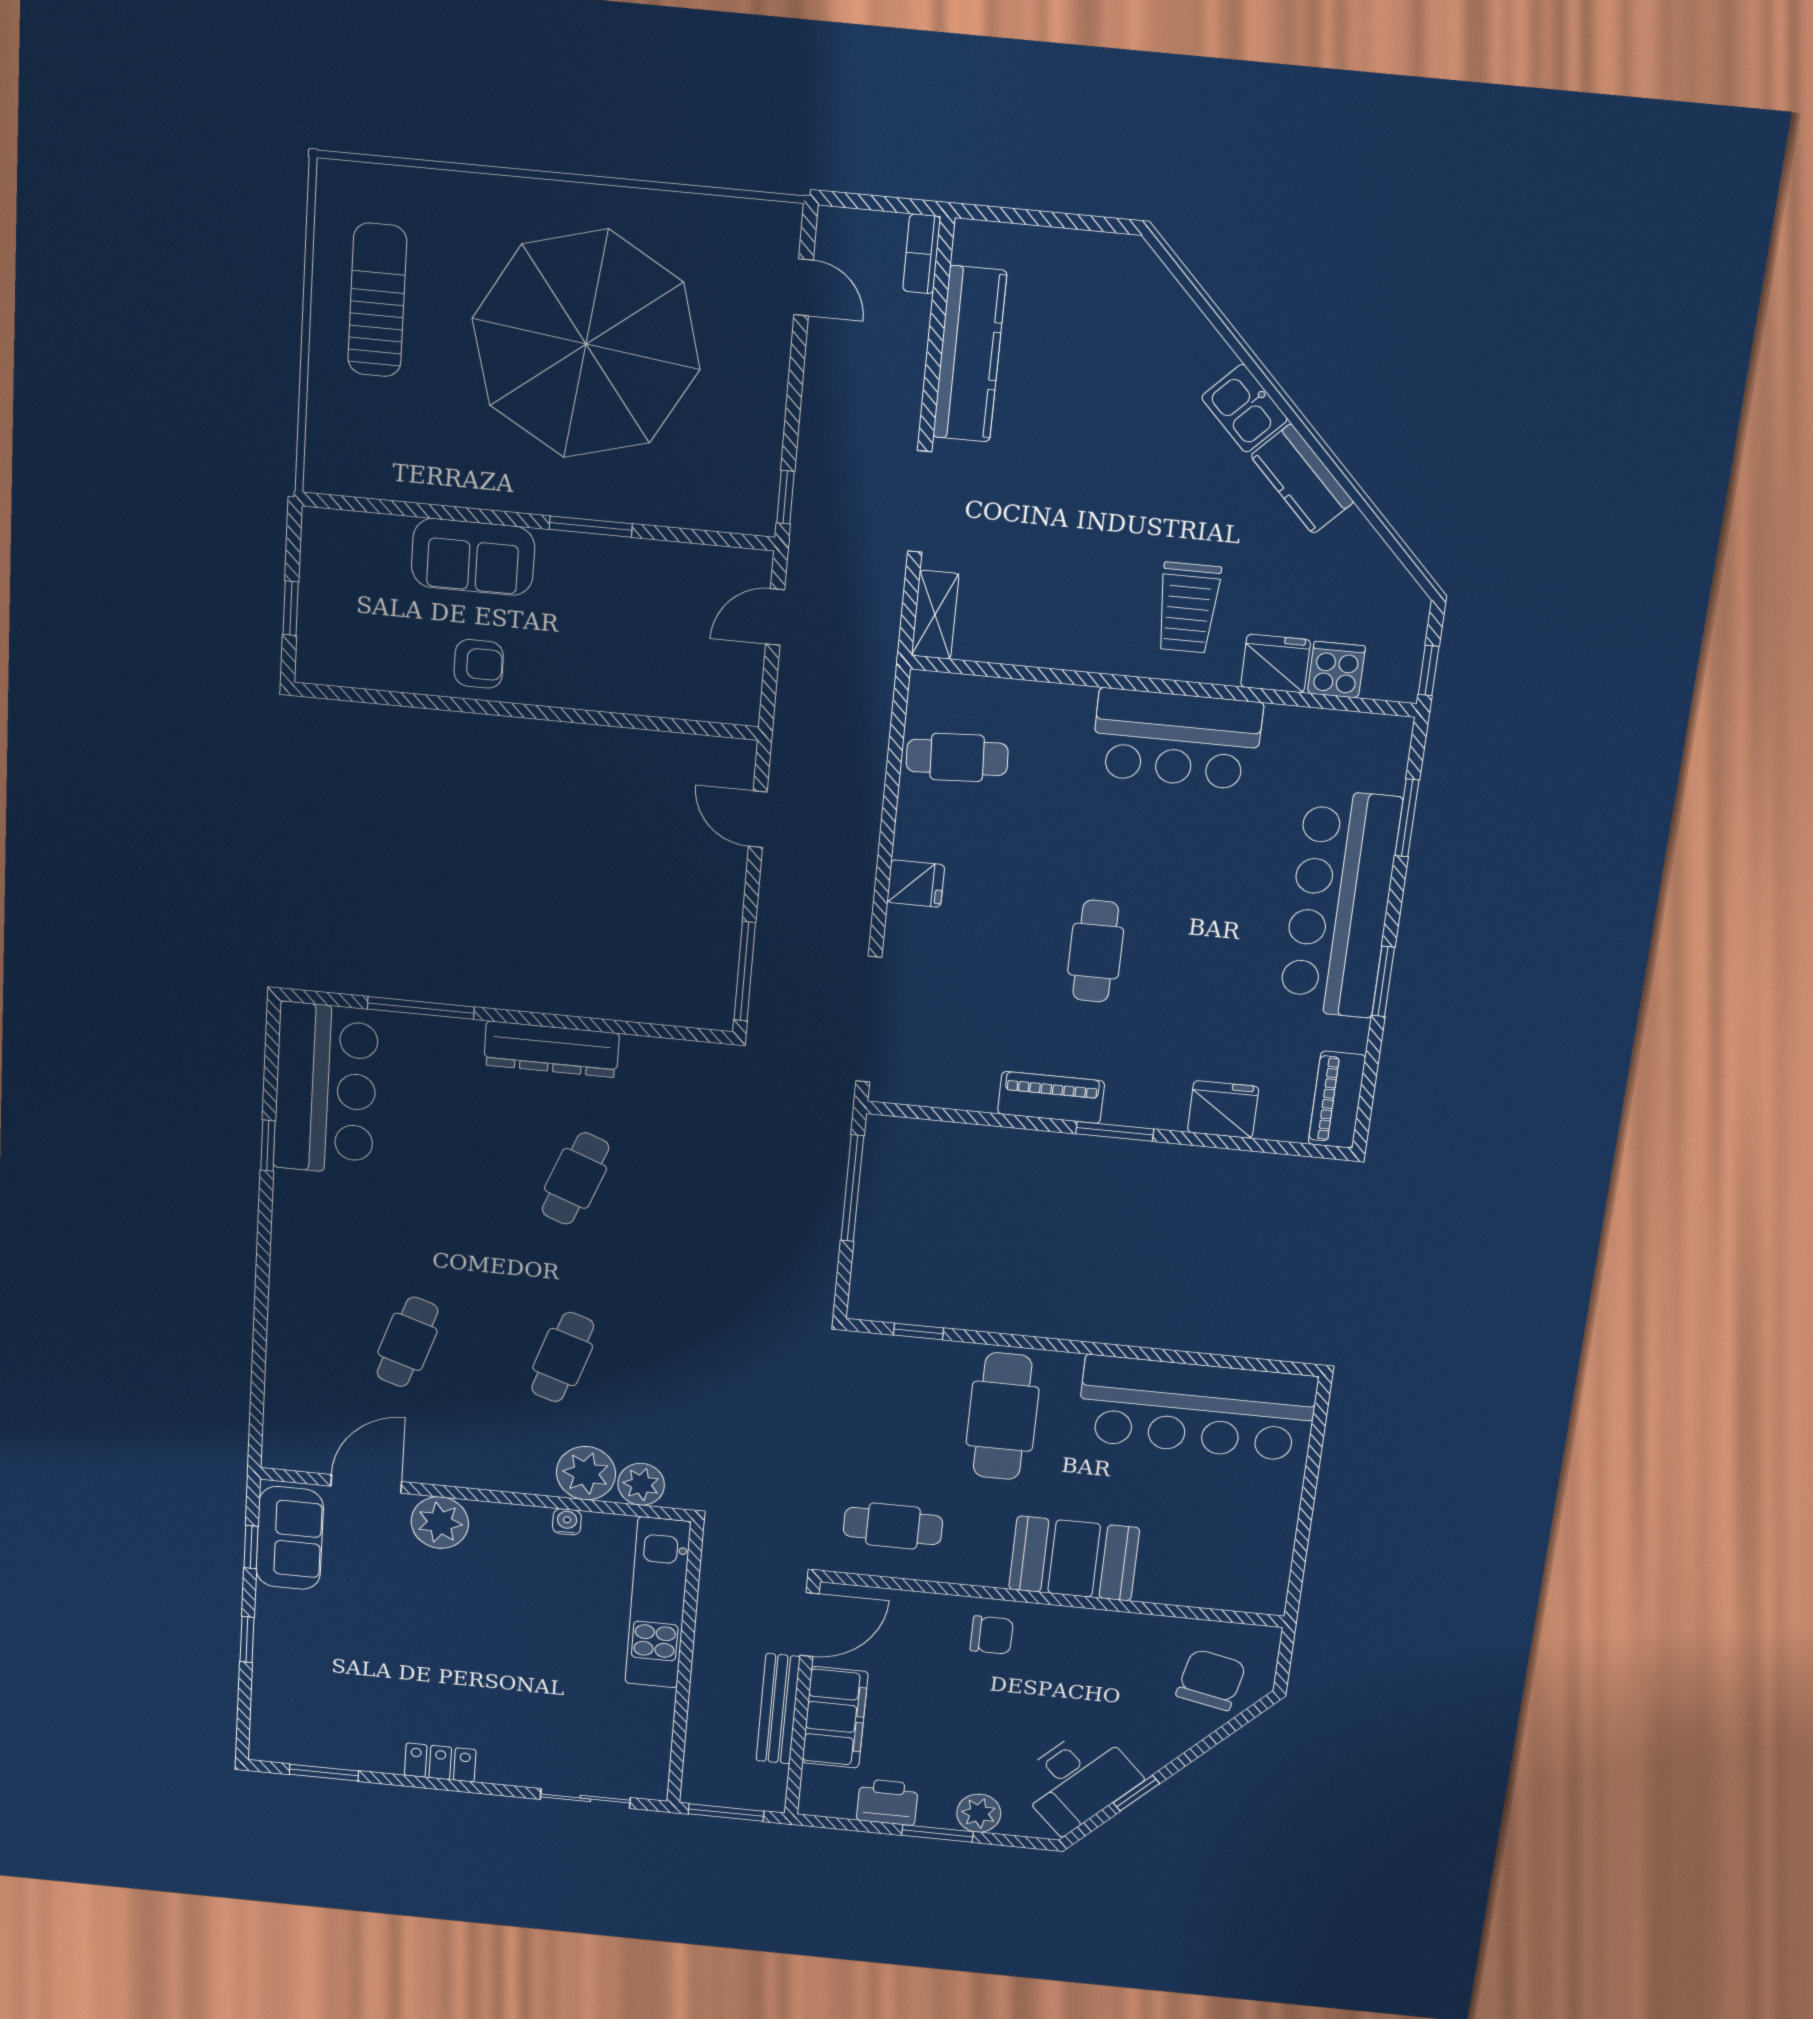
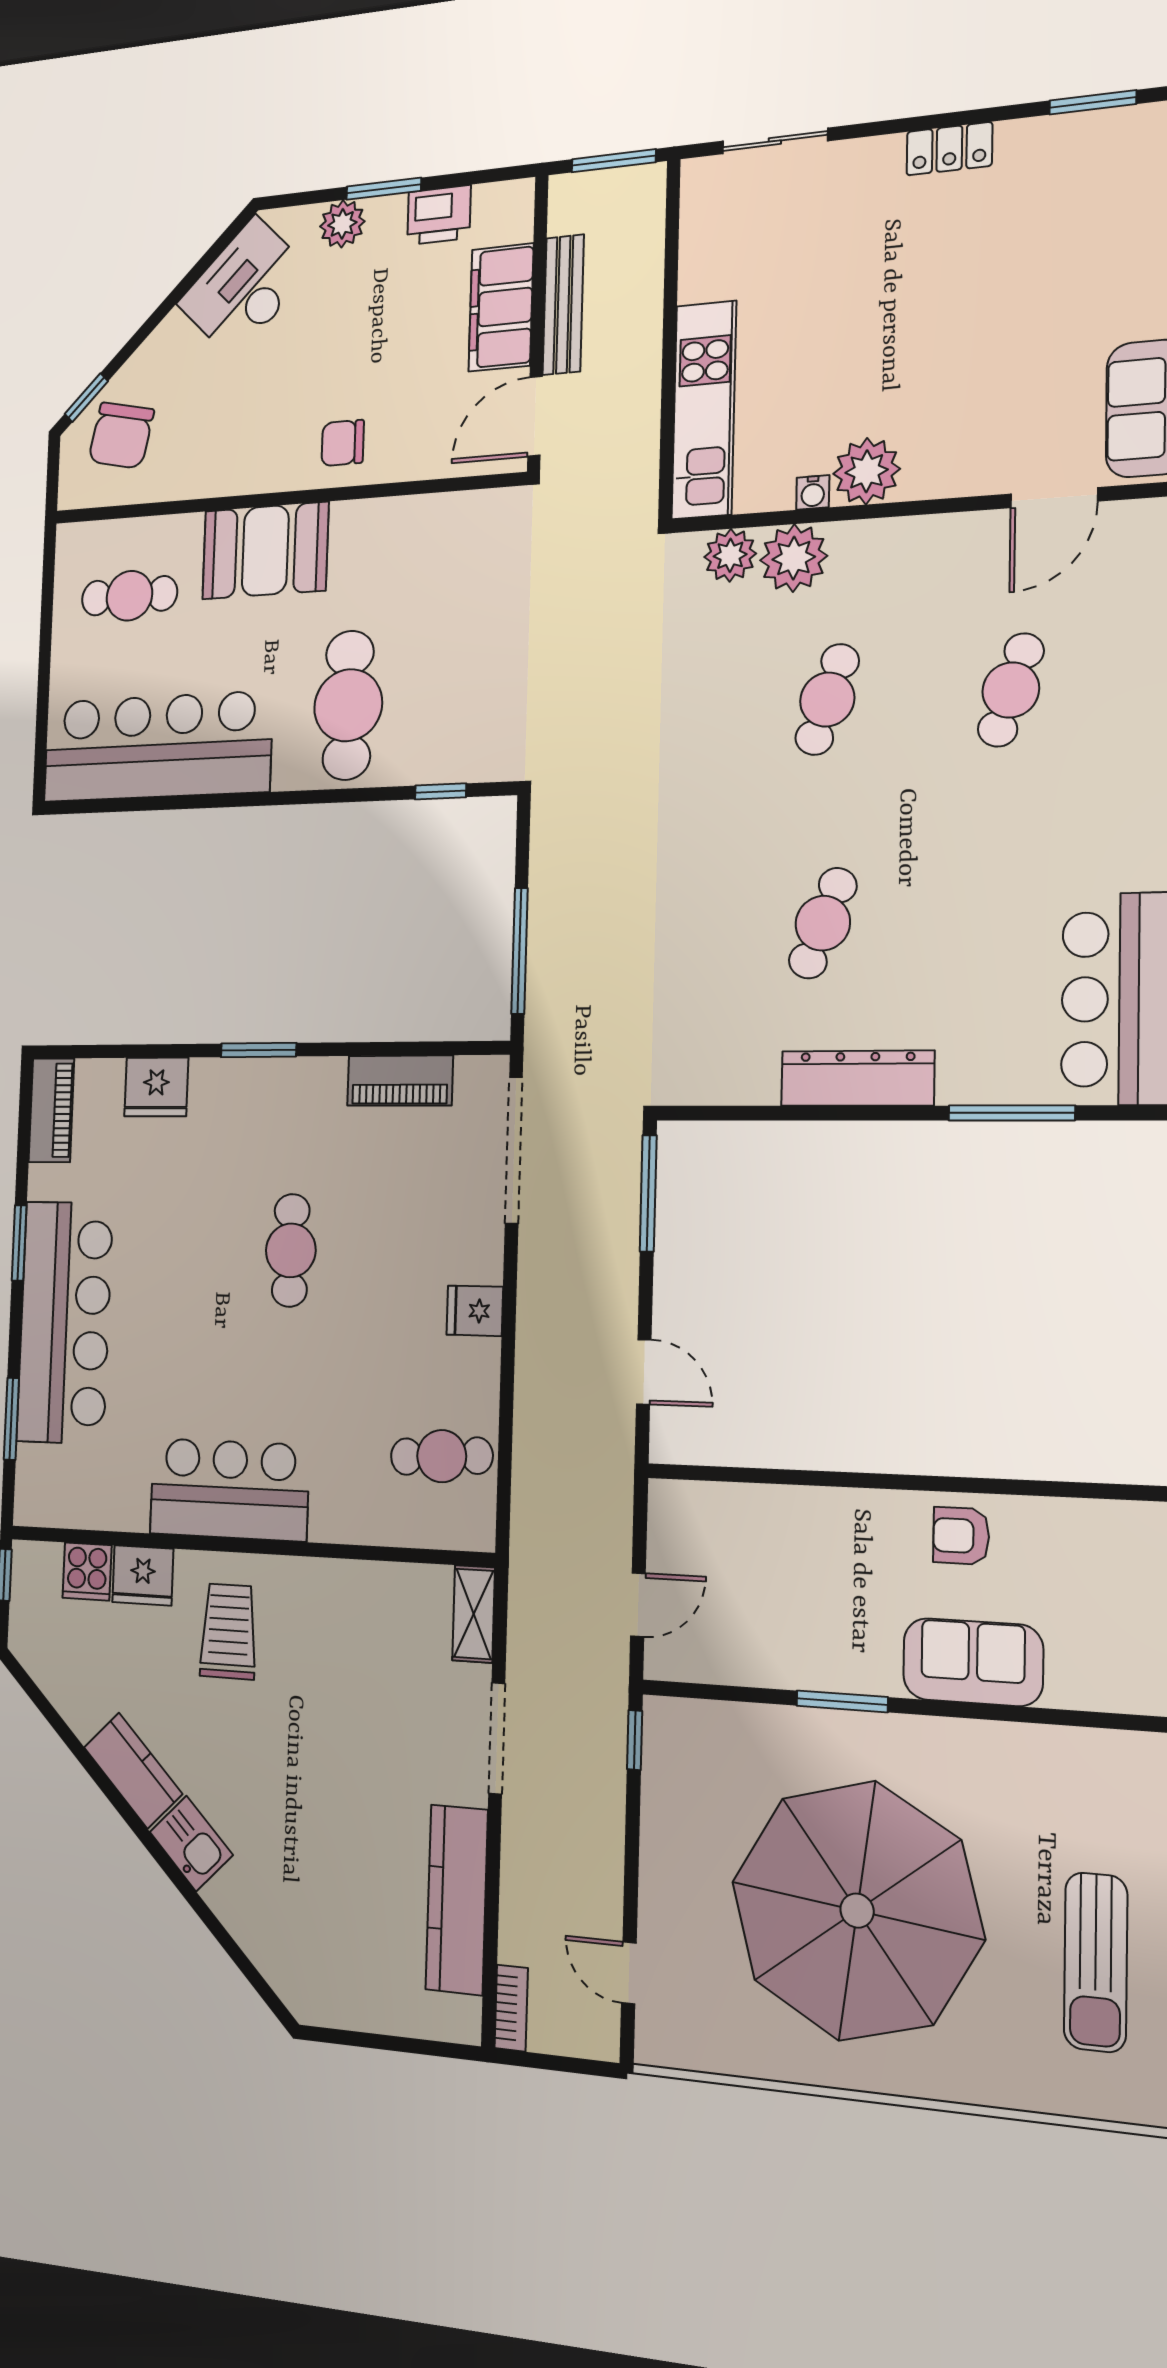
piano: (1051, 1097) -> (400, 1081), moved
plant: (440, 1523) -> (867, 471), moved
cafe table: (893, 1526) -> (129, 596), moved
window: (1136, 1793) -> (86, 398), moved

